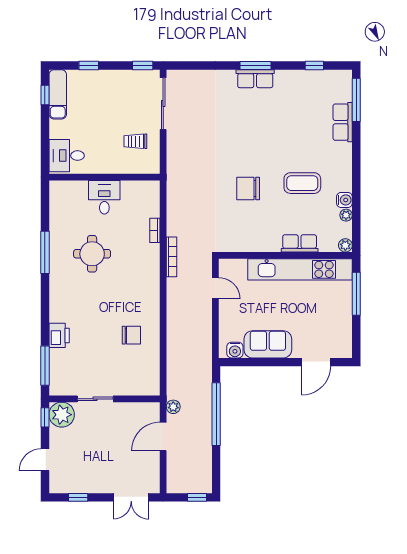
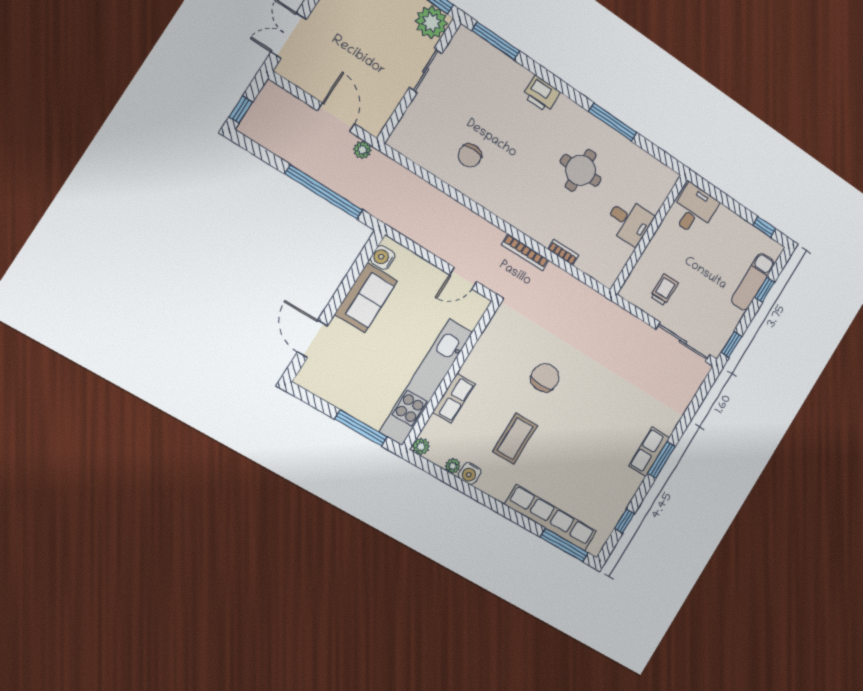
exam couch: (58, 94) -> (753, 282), moved, turned 90
row of seats: (343, 122) -> (551, 518), width x2.02
printer: (59, 335) -> (541, 94), moved

